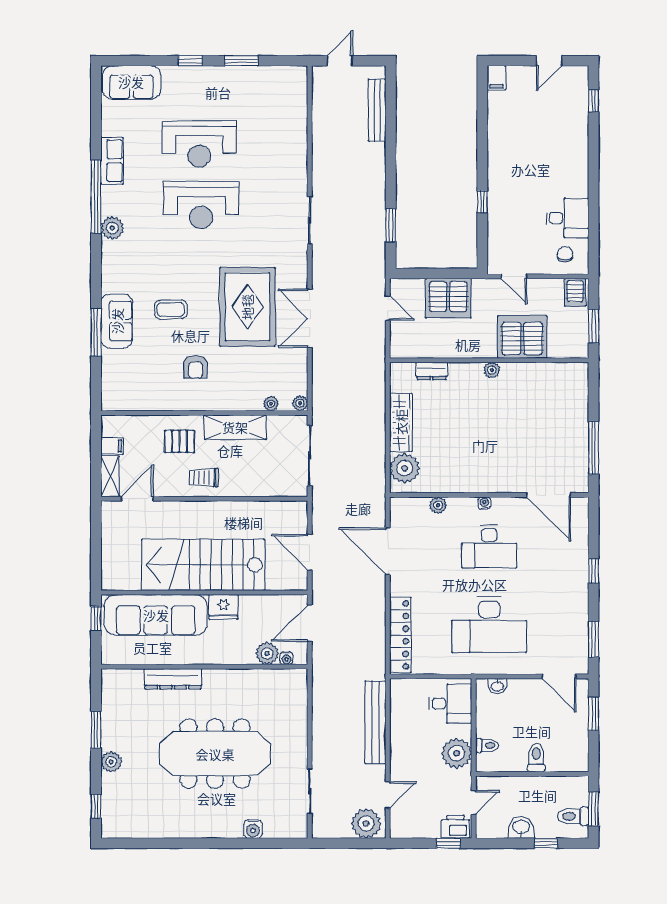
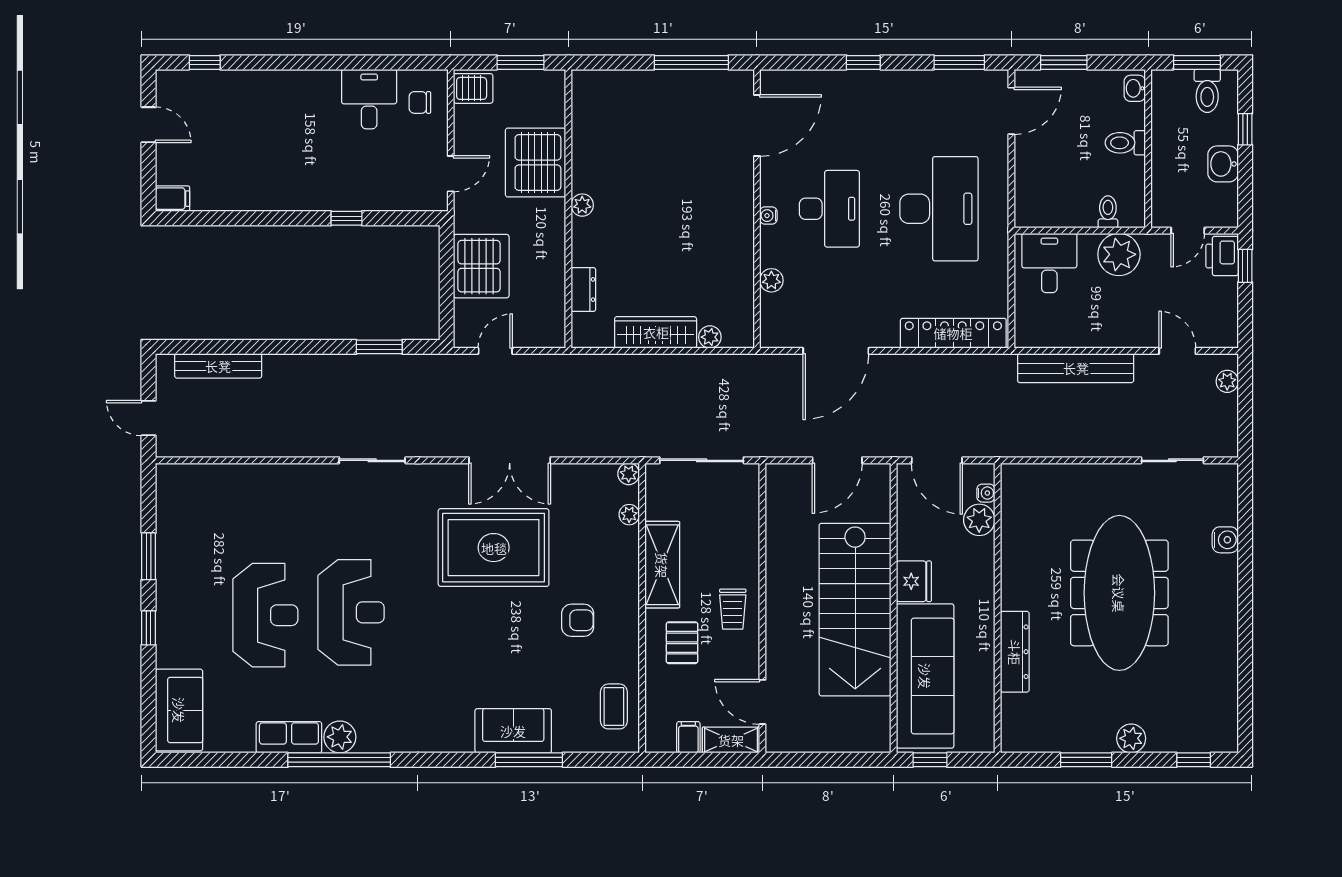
plant: (112, 228) -> (340, 737), moved
coffee table: (171, 310) -> (614, 706), moved
plant: (405, 468) -> (710, 337), width x0.53, depth x0.53
washbasin: (497, 686) -> (1135, 88), moved, turned 180
door: (474, 802) -> (1188, 231), swing flipped
plant: (366, 824) -> (1227, 381), width x0.53, depth x0.53

